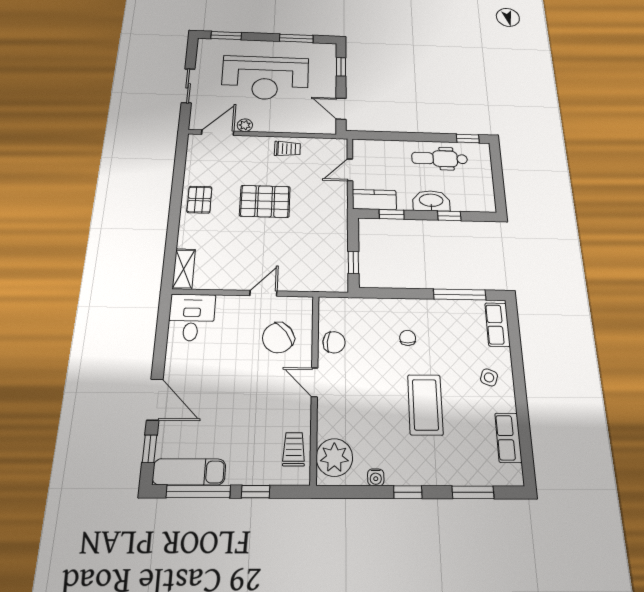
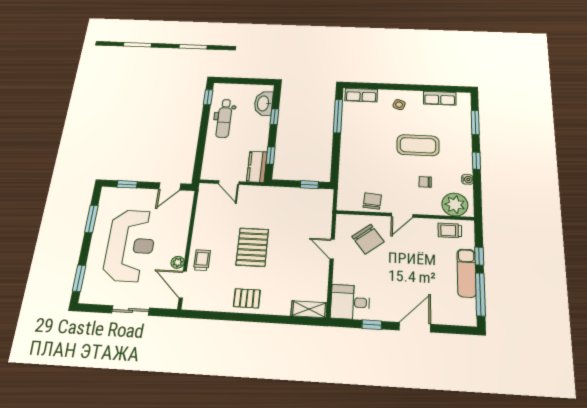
trolley: (287, 149) -> (202, 260), moved
washbasin: (431, 201) -> (264, 103), moved
chair: (408, 338) -> (425, 182), moved
window: (150, 449) -> (372, 325), moved
exam couch: (189, 472) -> (466, 273), moved

